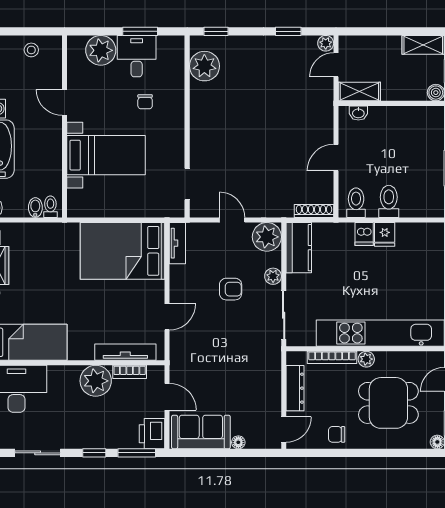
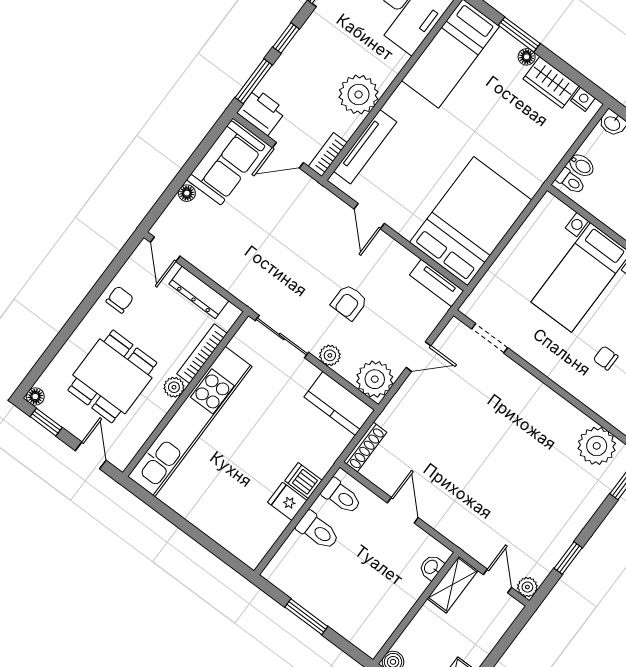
bookcase: (130, 372) -> (328, 155), moved

